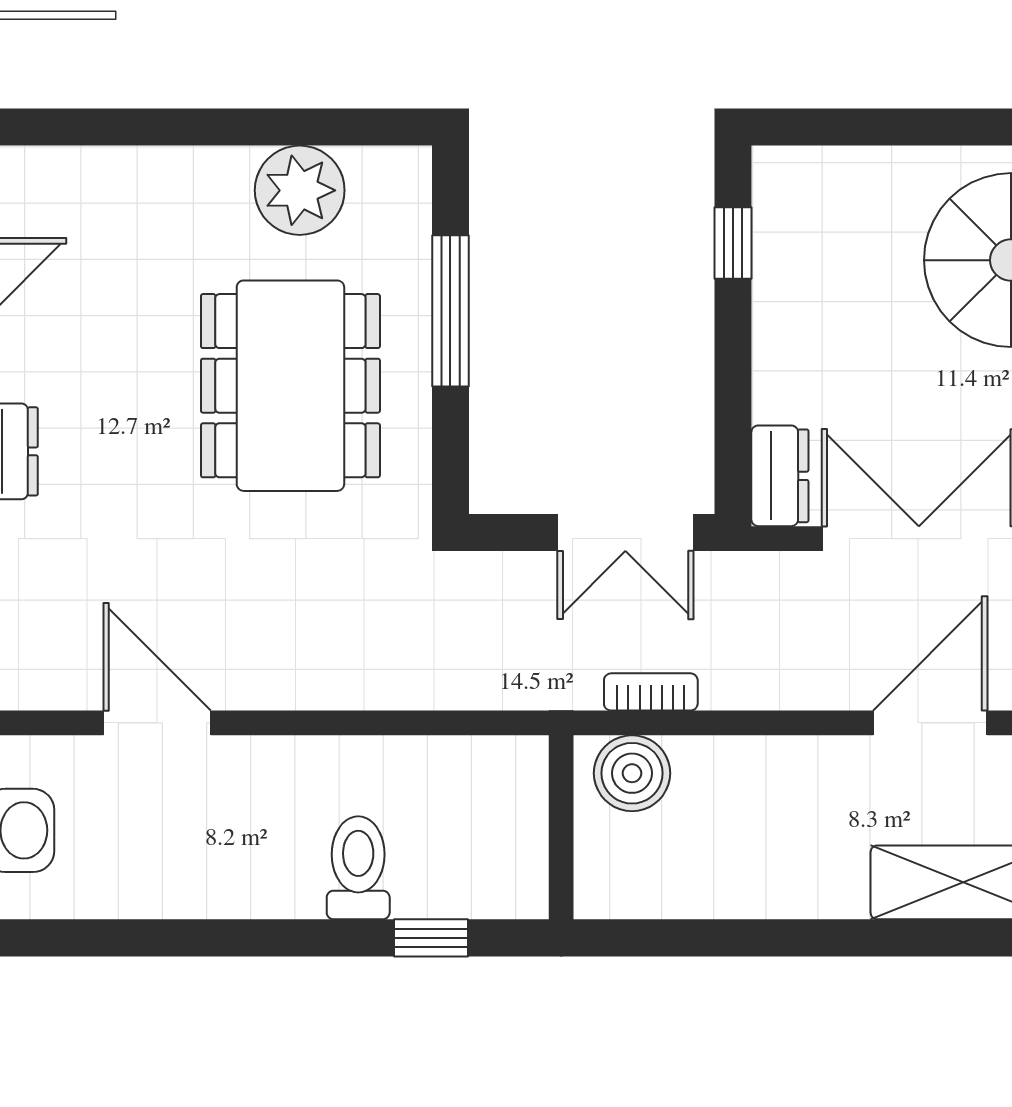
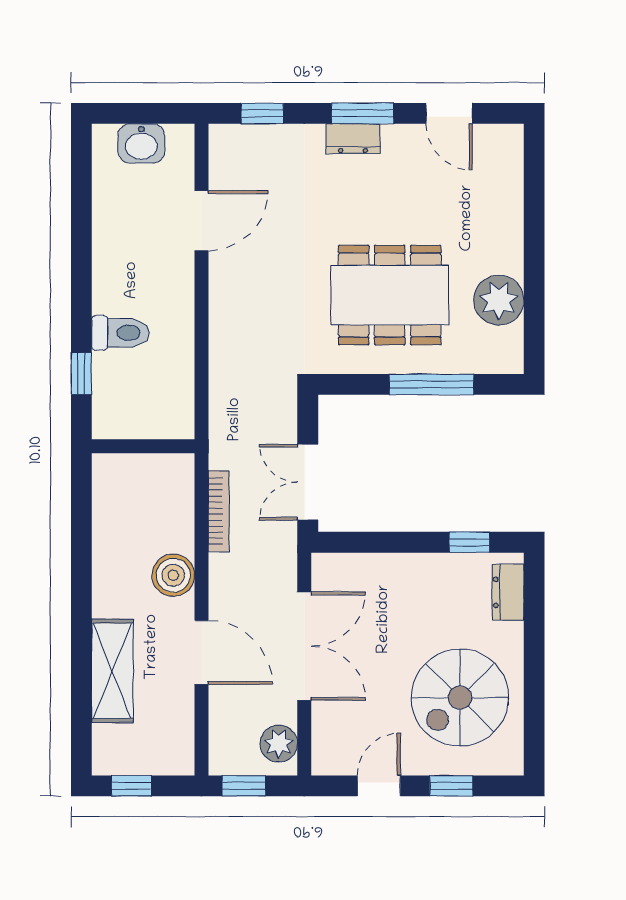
dresser: (780, 476) -> (508, 592), moved, turned 90
bookcase: (651, 692) -> (219, 511), width x1.56
boiler: (632, 773) -> (173, 575), moved

